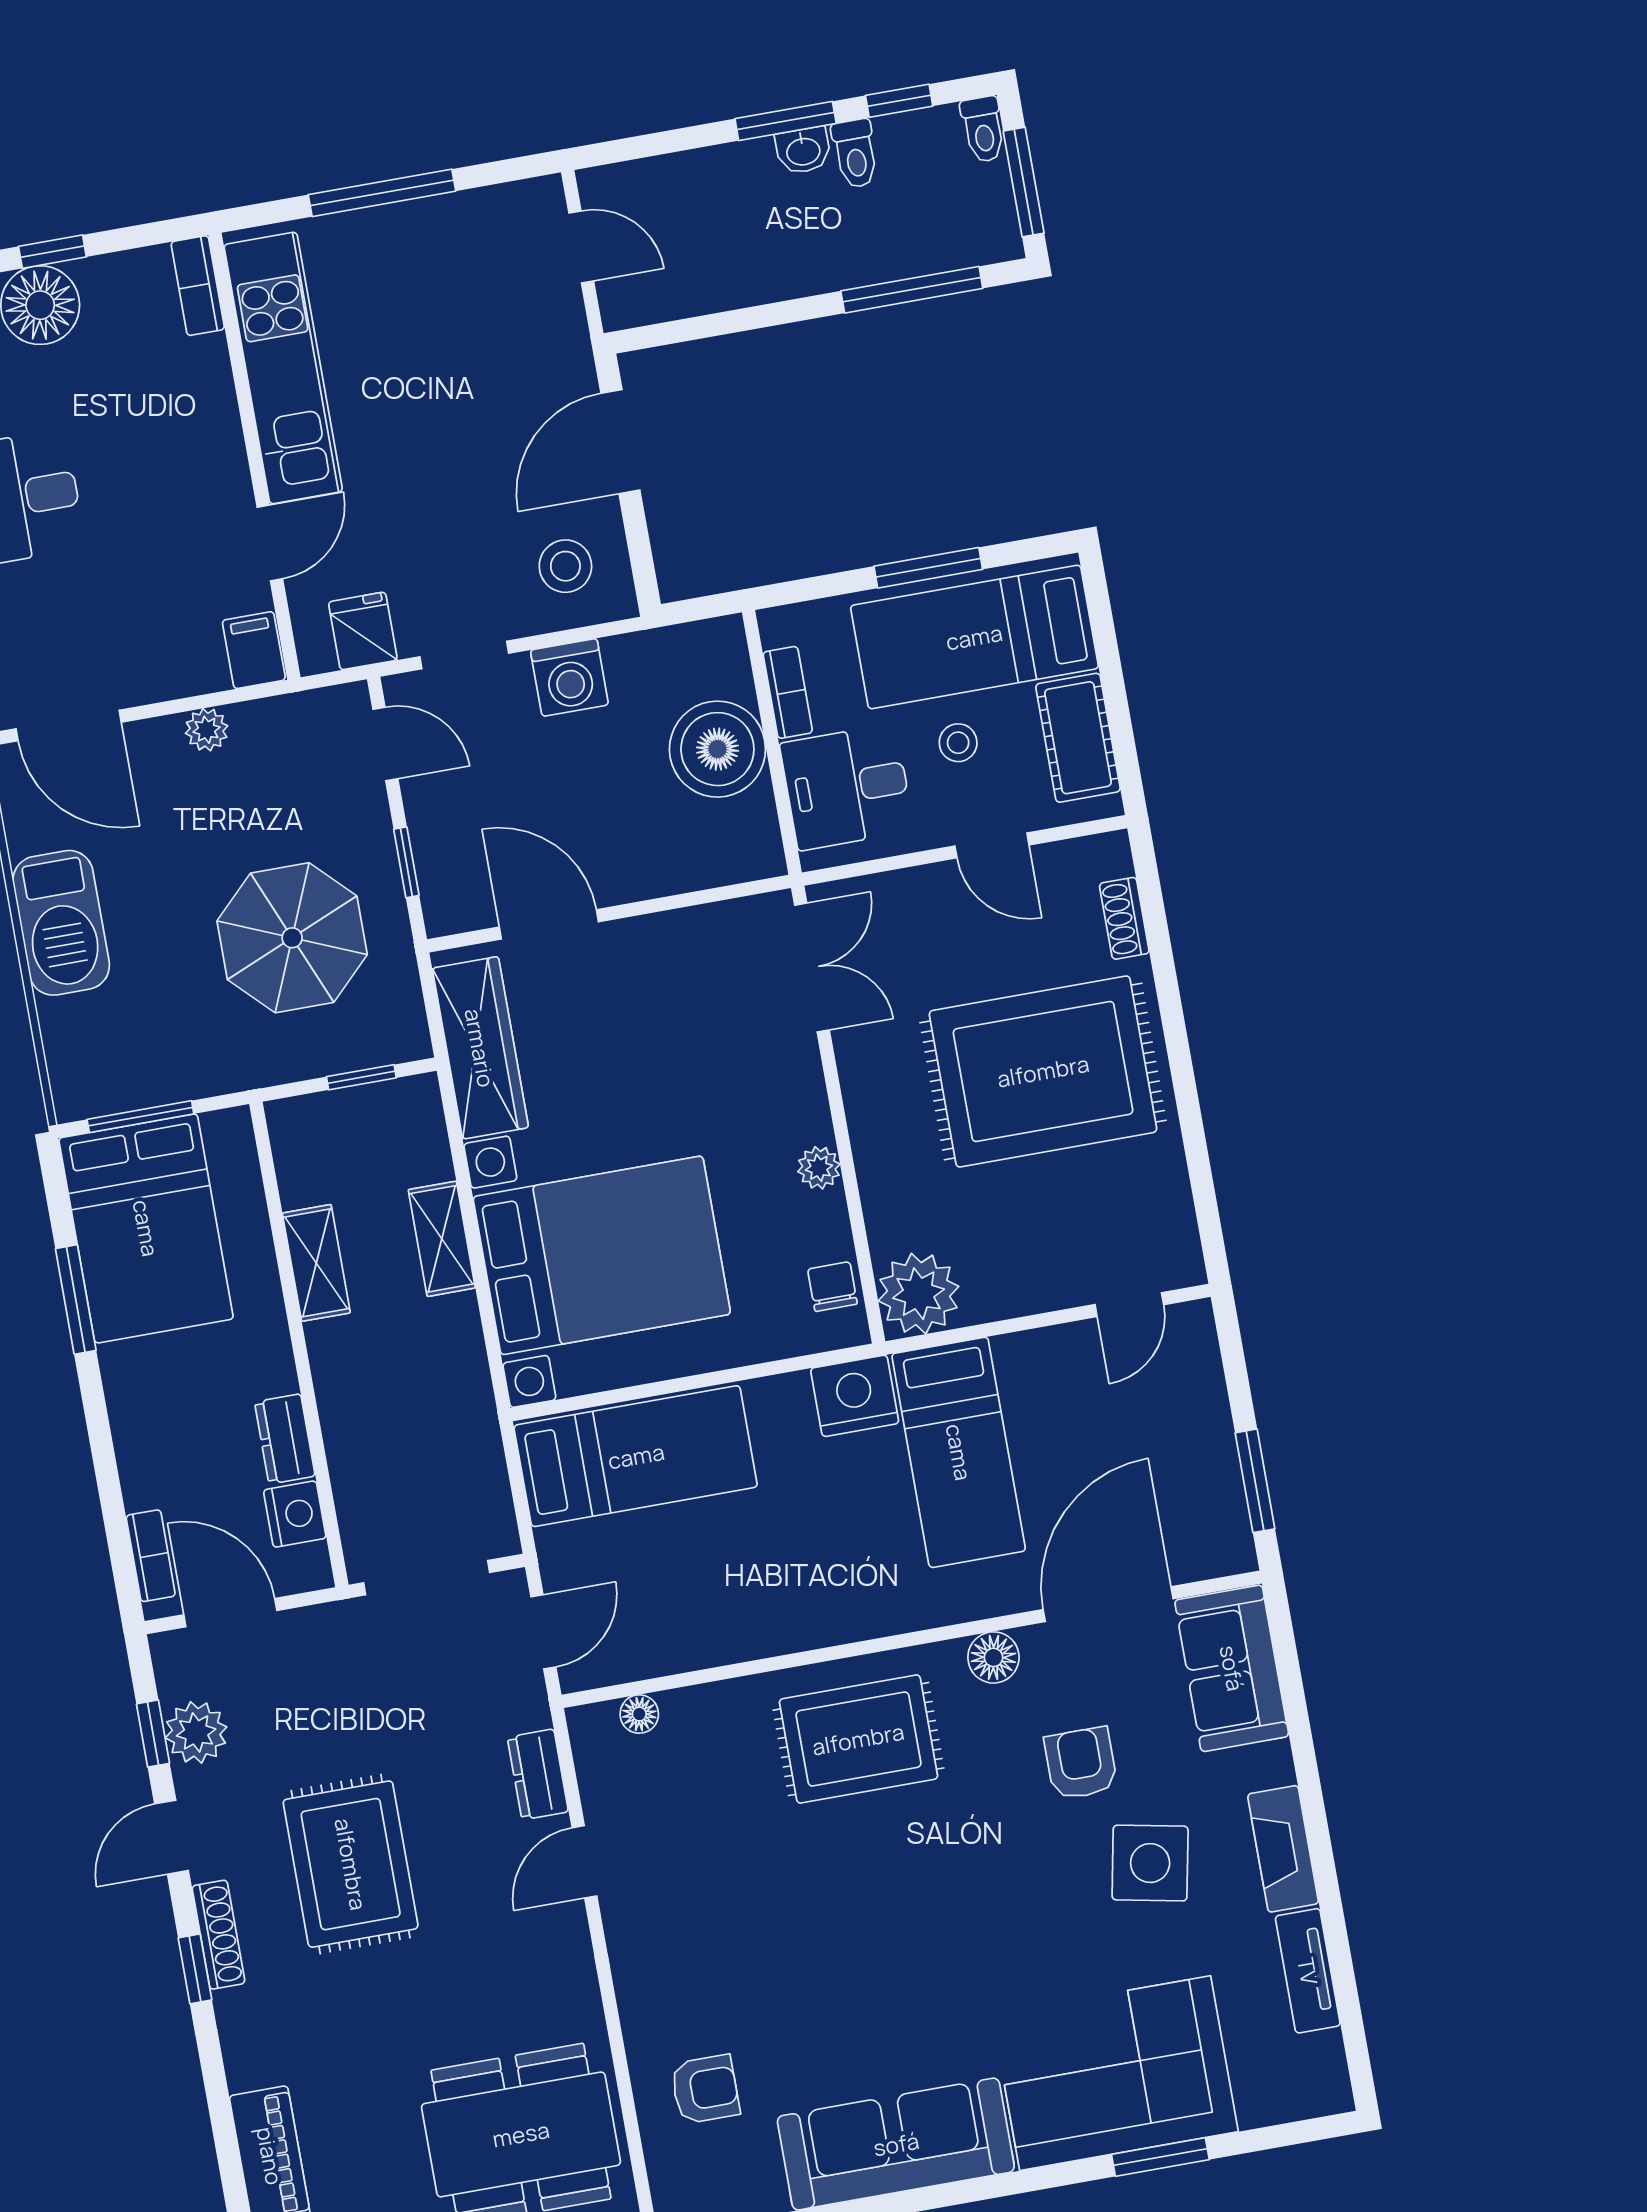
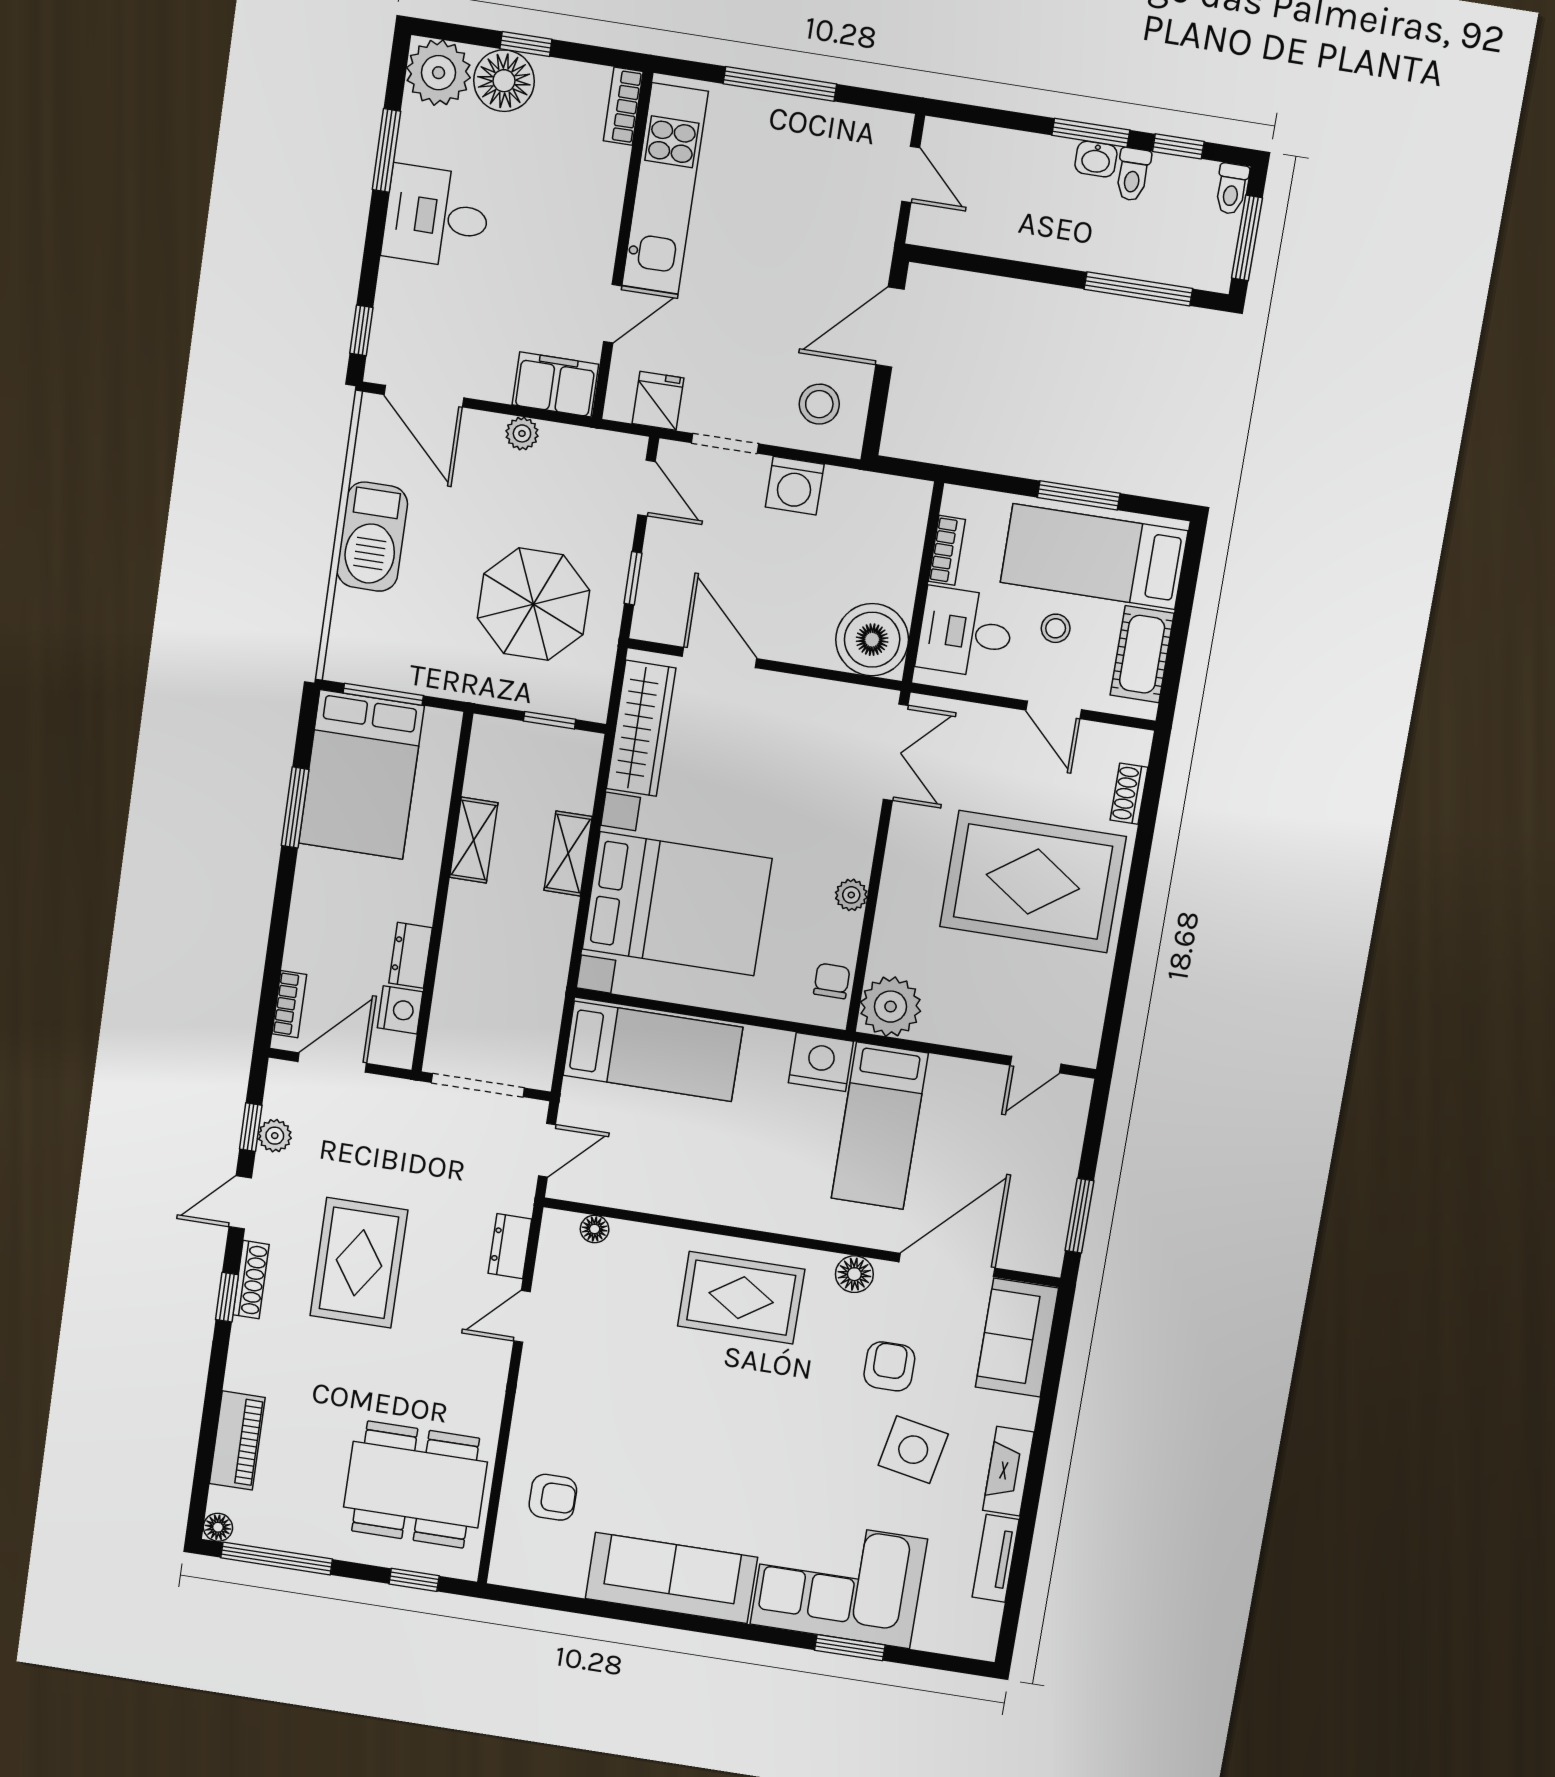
filing cabinet: (254, 650) -> (555, 384), width x2.00
boiler: (717, 749) -> (872, 640), moved
door: (230, 1613) -> (332, 1062), hinge flipped
plant: (196, 1732) -> (275, 1136), width x0.73, depth x0.73

